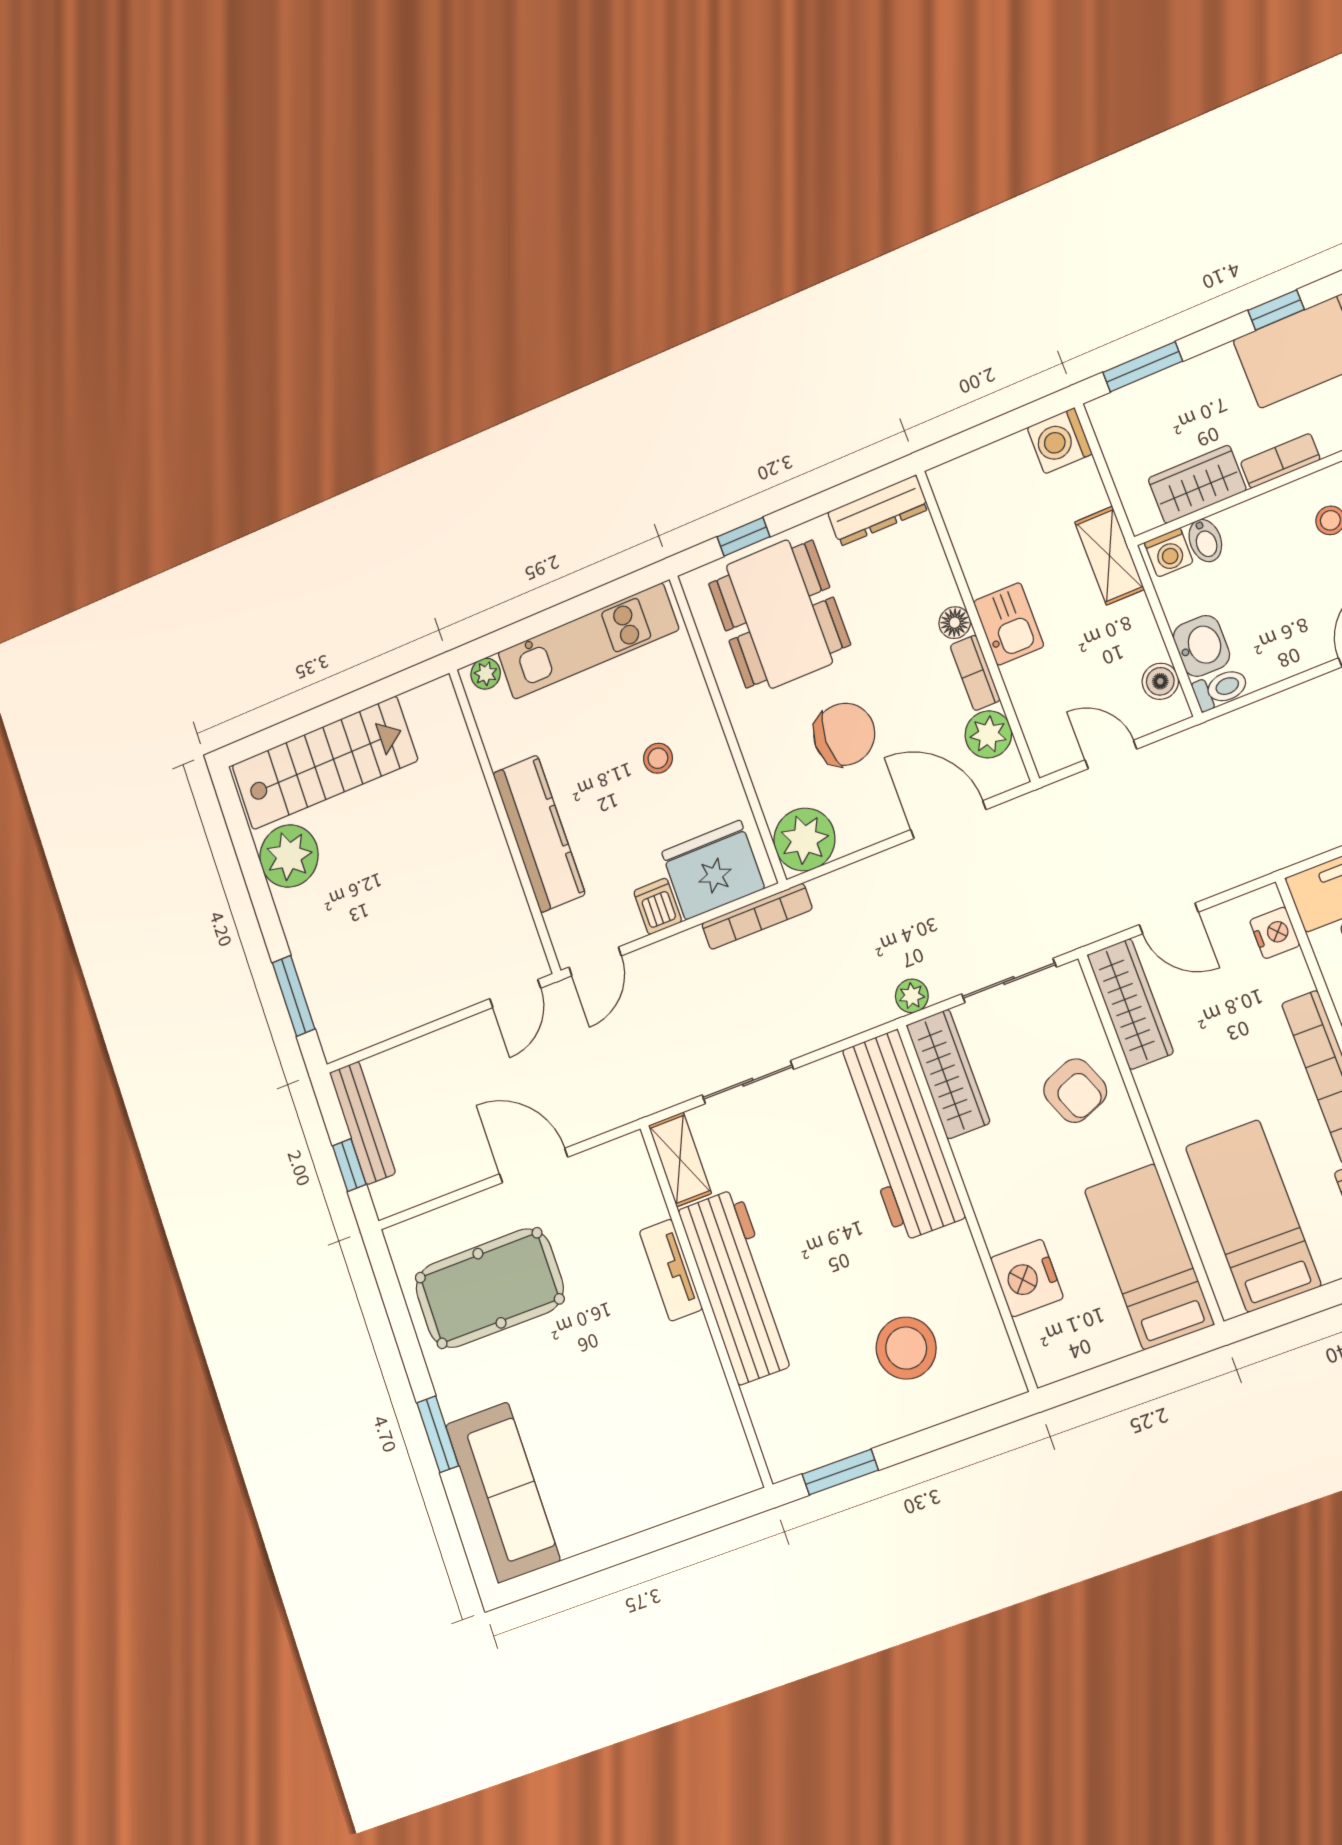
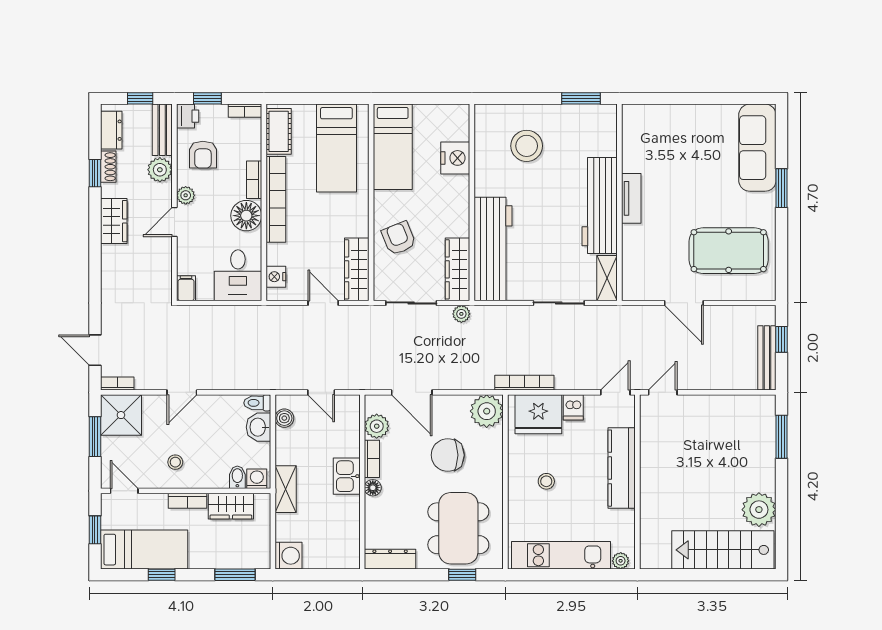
tv unit: (671, 1270) -> (631, 198), moved

